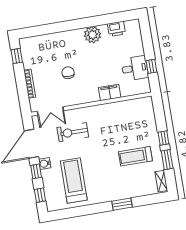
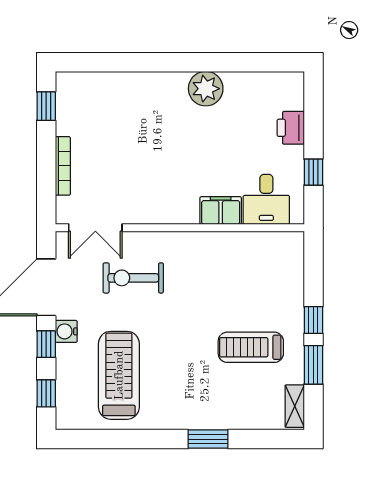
printer: (116, 29) -> (291, 128), moved, turned 90
desk: (135, 68) -> (266, 199), moved, turned 90
chair: (68, 73) -> (144, 157), removed

